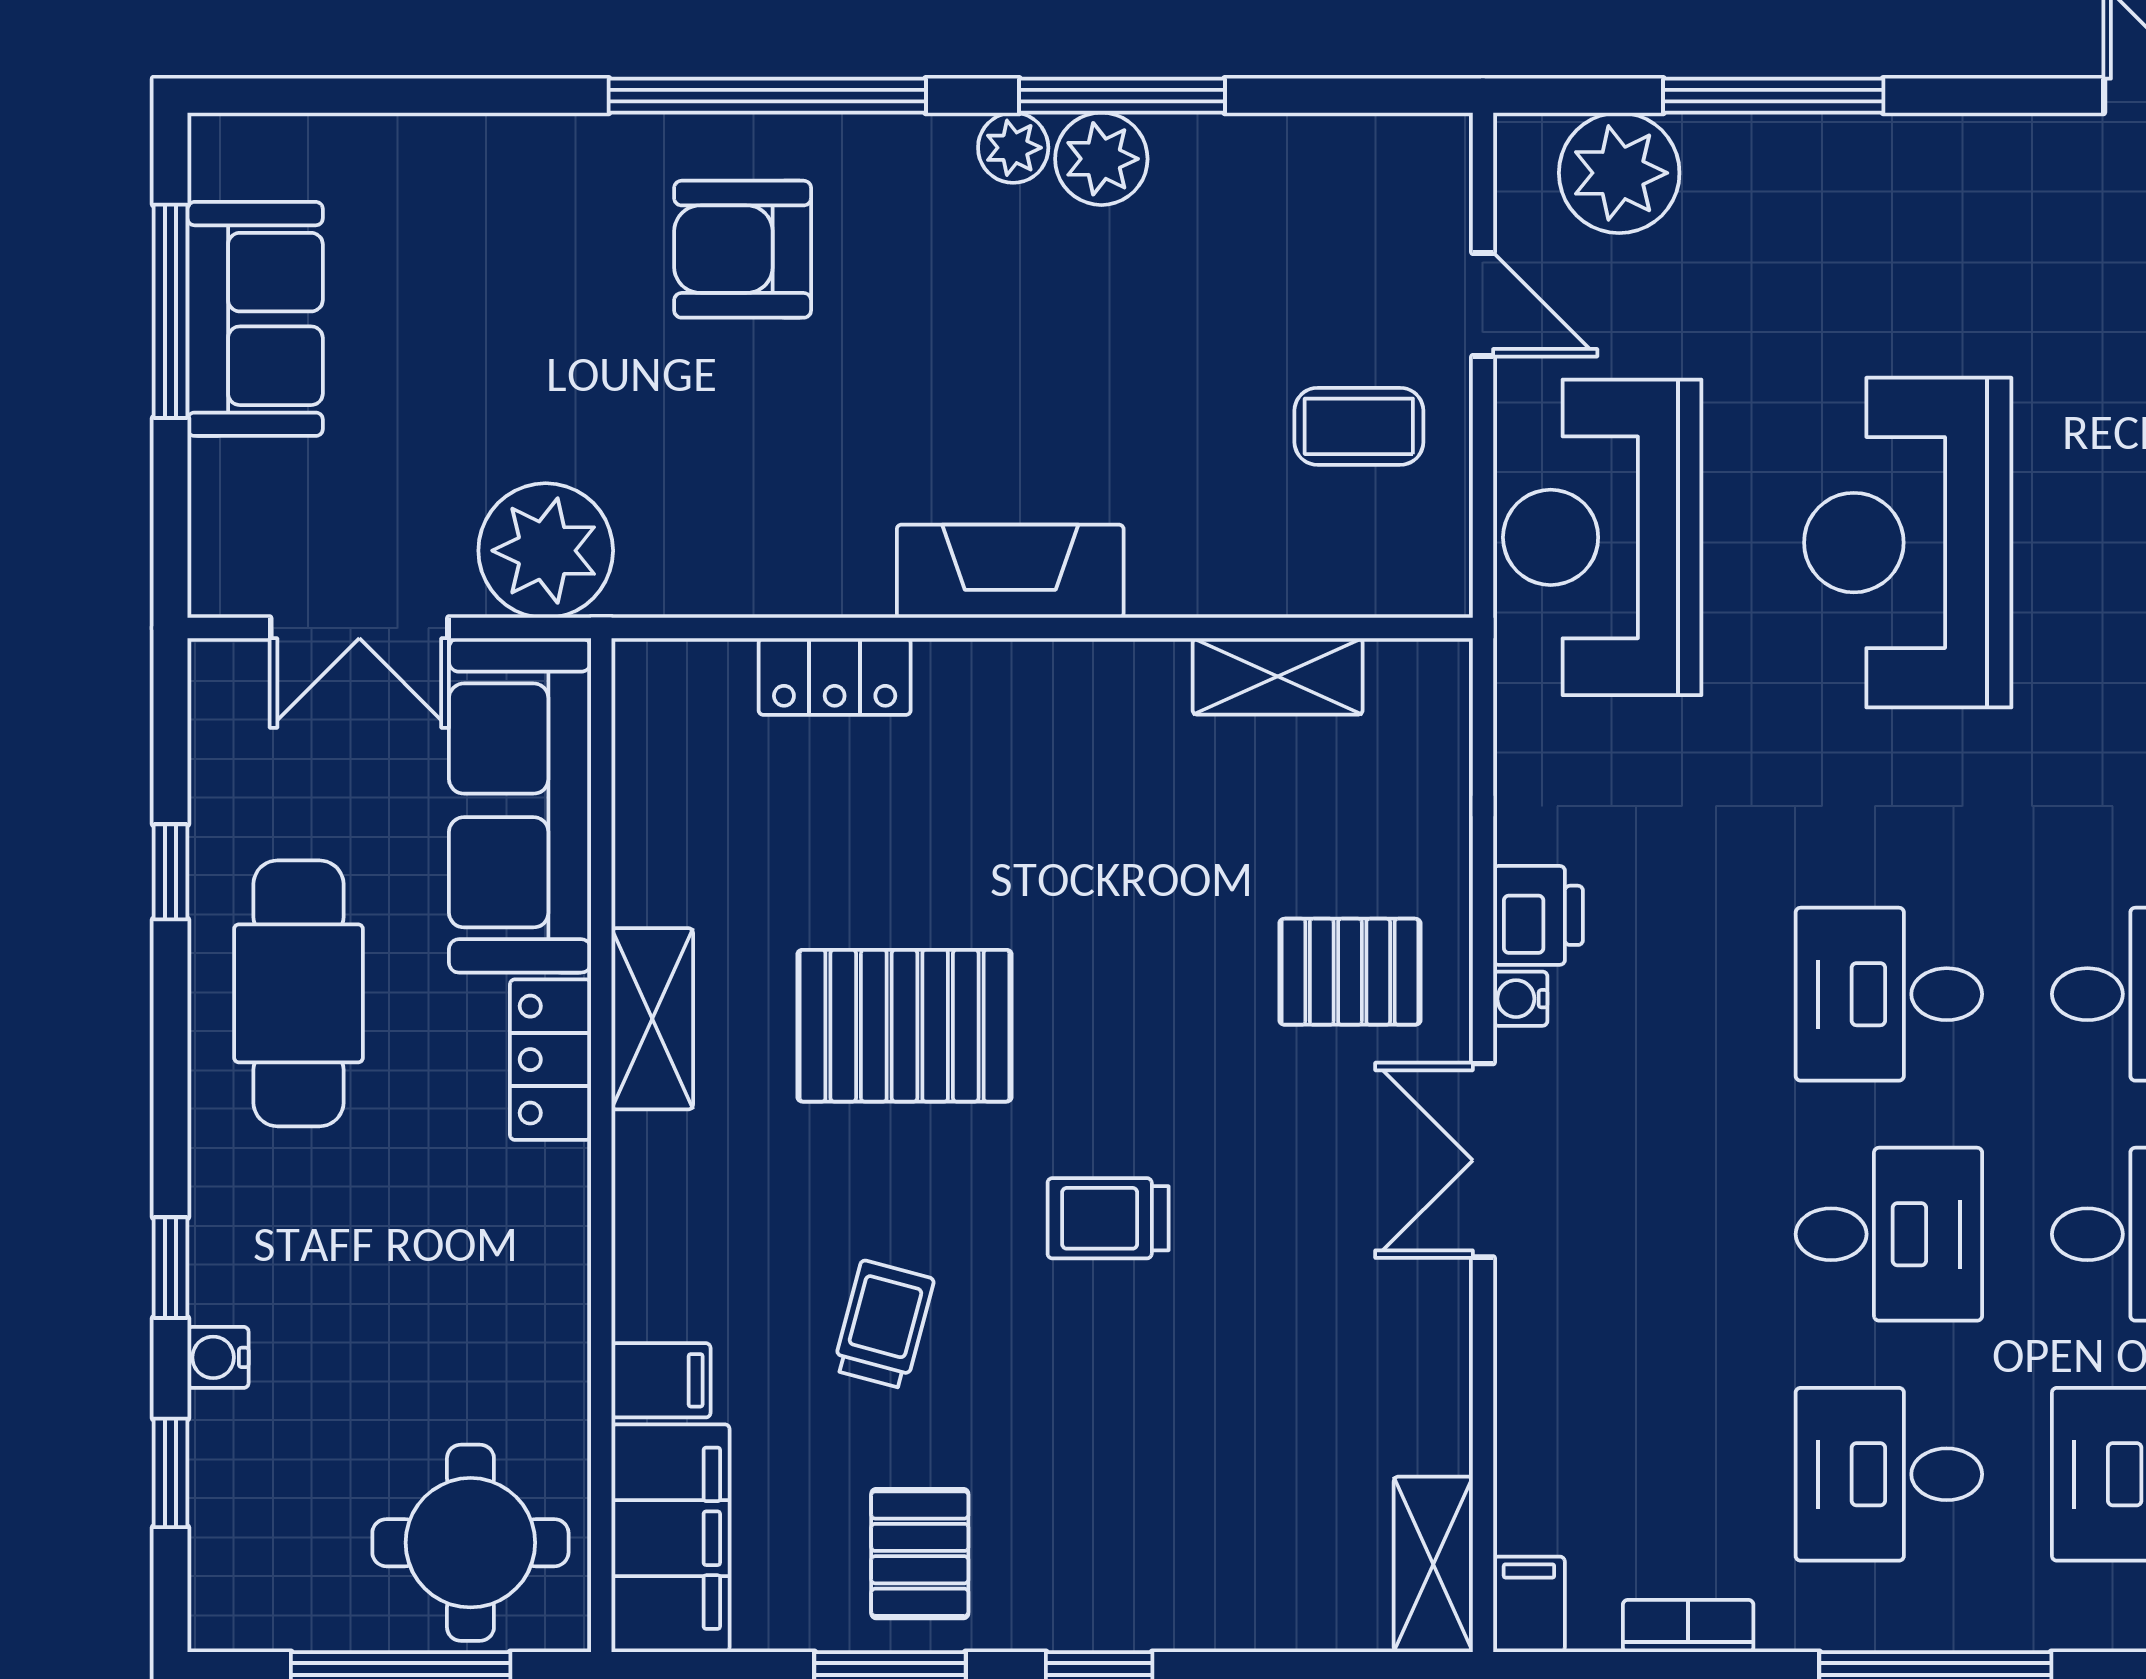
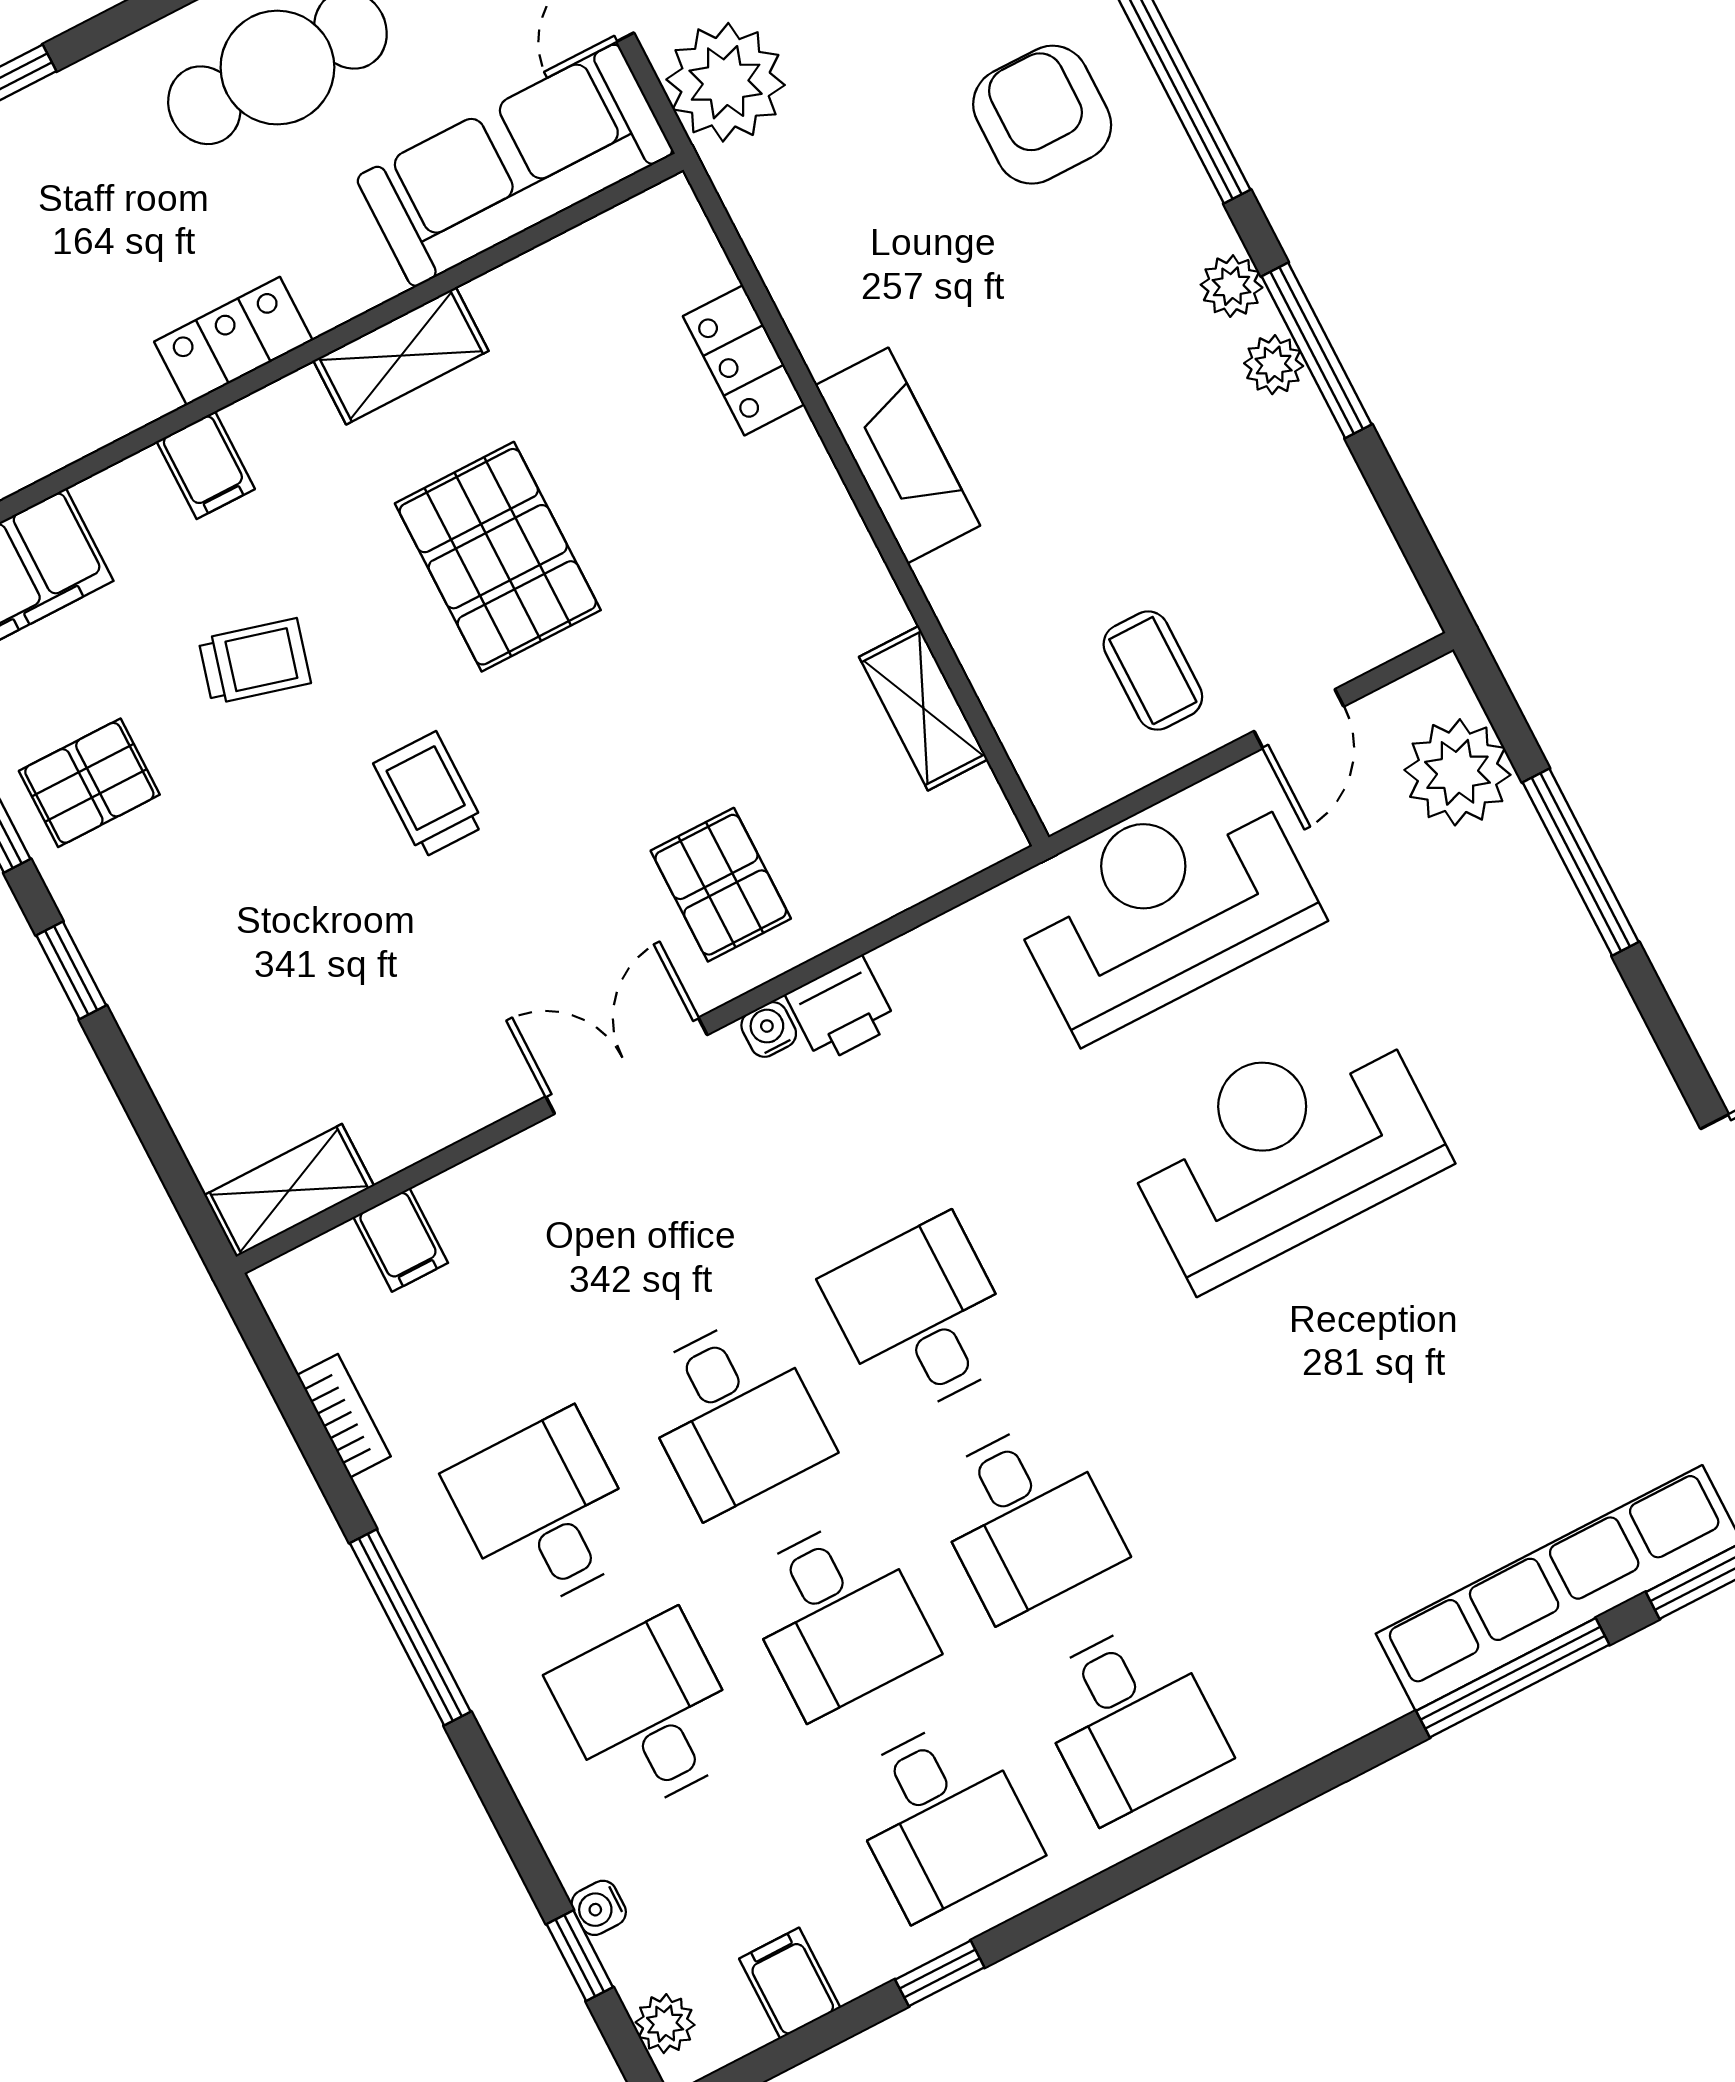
plant: (1101, 159) -> (1274, 365), width x0.73, depth x0.73
locker: (551, 1060) -> (233, 341), moved
filing cabinet: (661, 1380) -> (206, 465), moved
filing cabinet: (1529, 1604) -> (401, 1240), moved, turned 90

